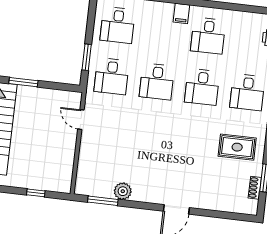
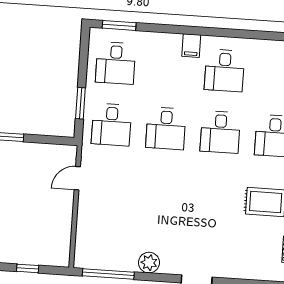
door: (81, 120) -> (77, 178), hinge flipped
plant: (123, 191) -> (149, 263), moved
window: (103, 201) -> (108, 274), width x1.44

